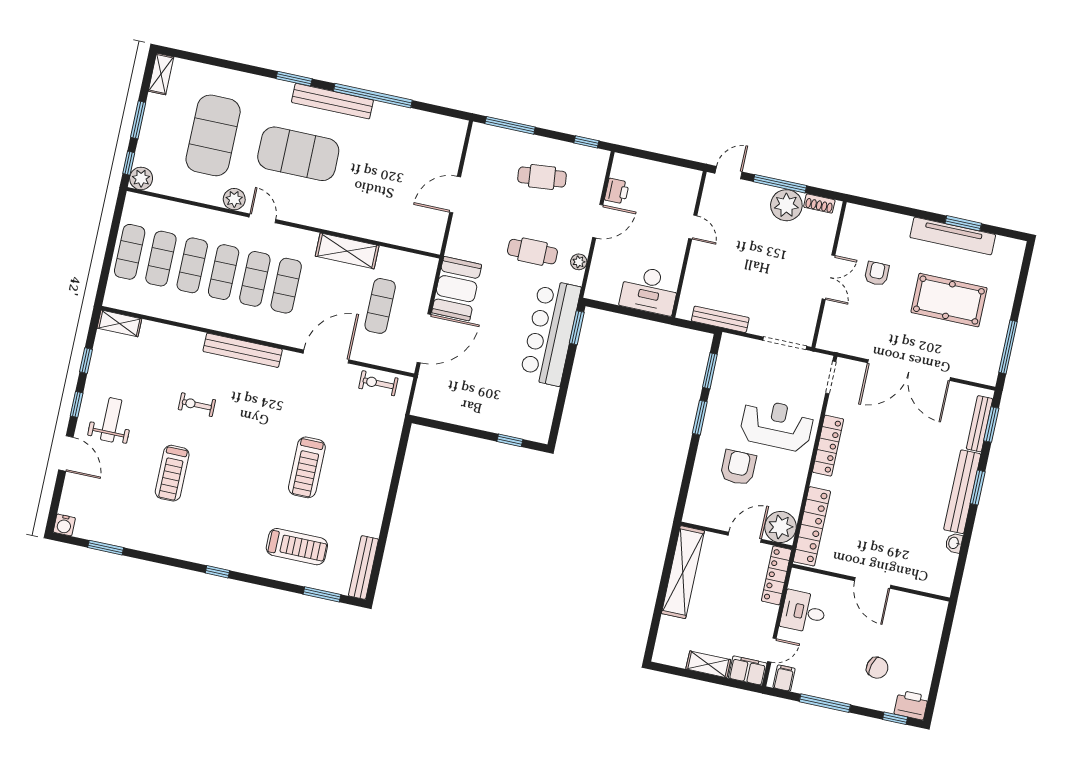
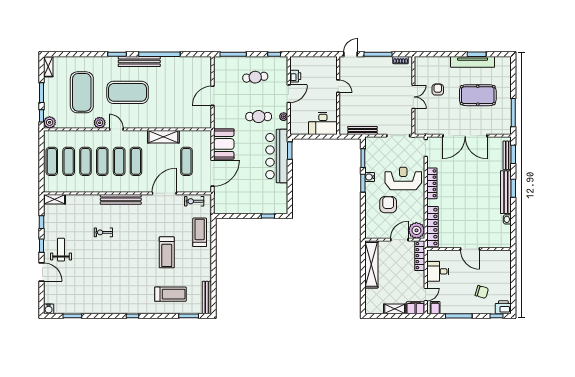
plant: (786, 205) -> (384, 65), removed
water cooler: (715, 409) -> (370, 177), added
treadmill: (172, 473) -> (200, 232), moved, turned 180

